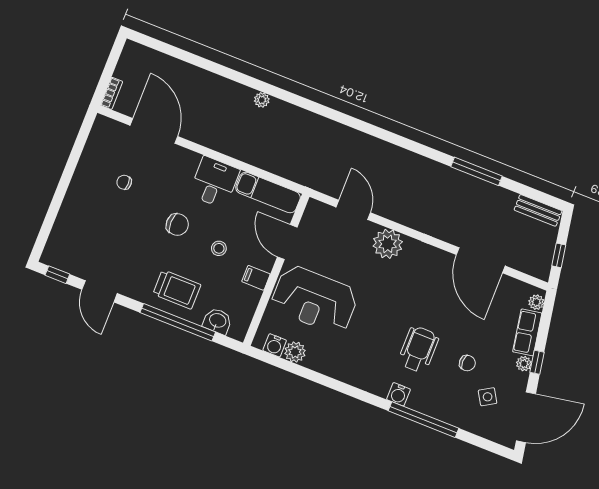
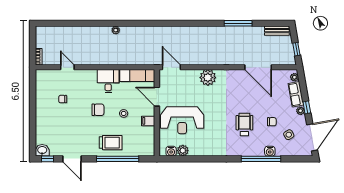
door: (154, 131) -> (67, 67), width x0.53
door: (353, 210) -> (171, 67), moved
washbasin: (217, 321) -> (42, 150), moved
water cooler: (398, 394) -> (270, 151), moved

